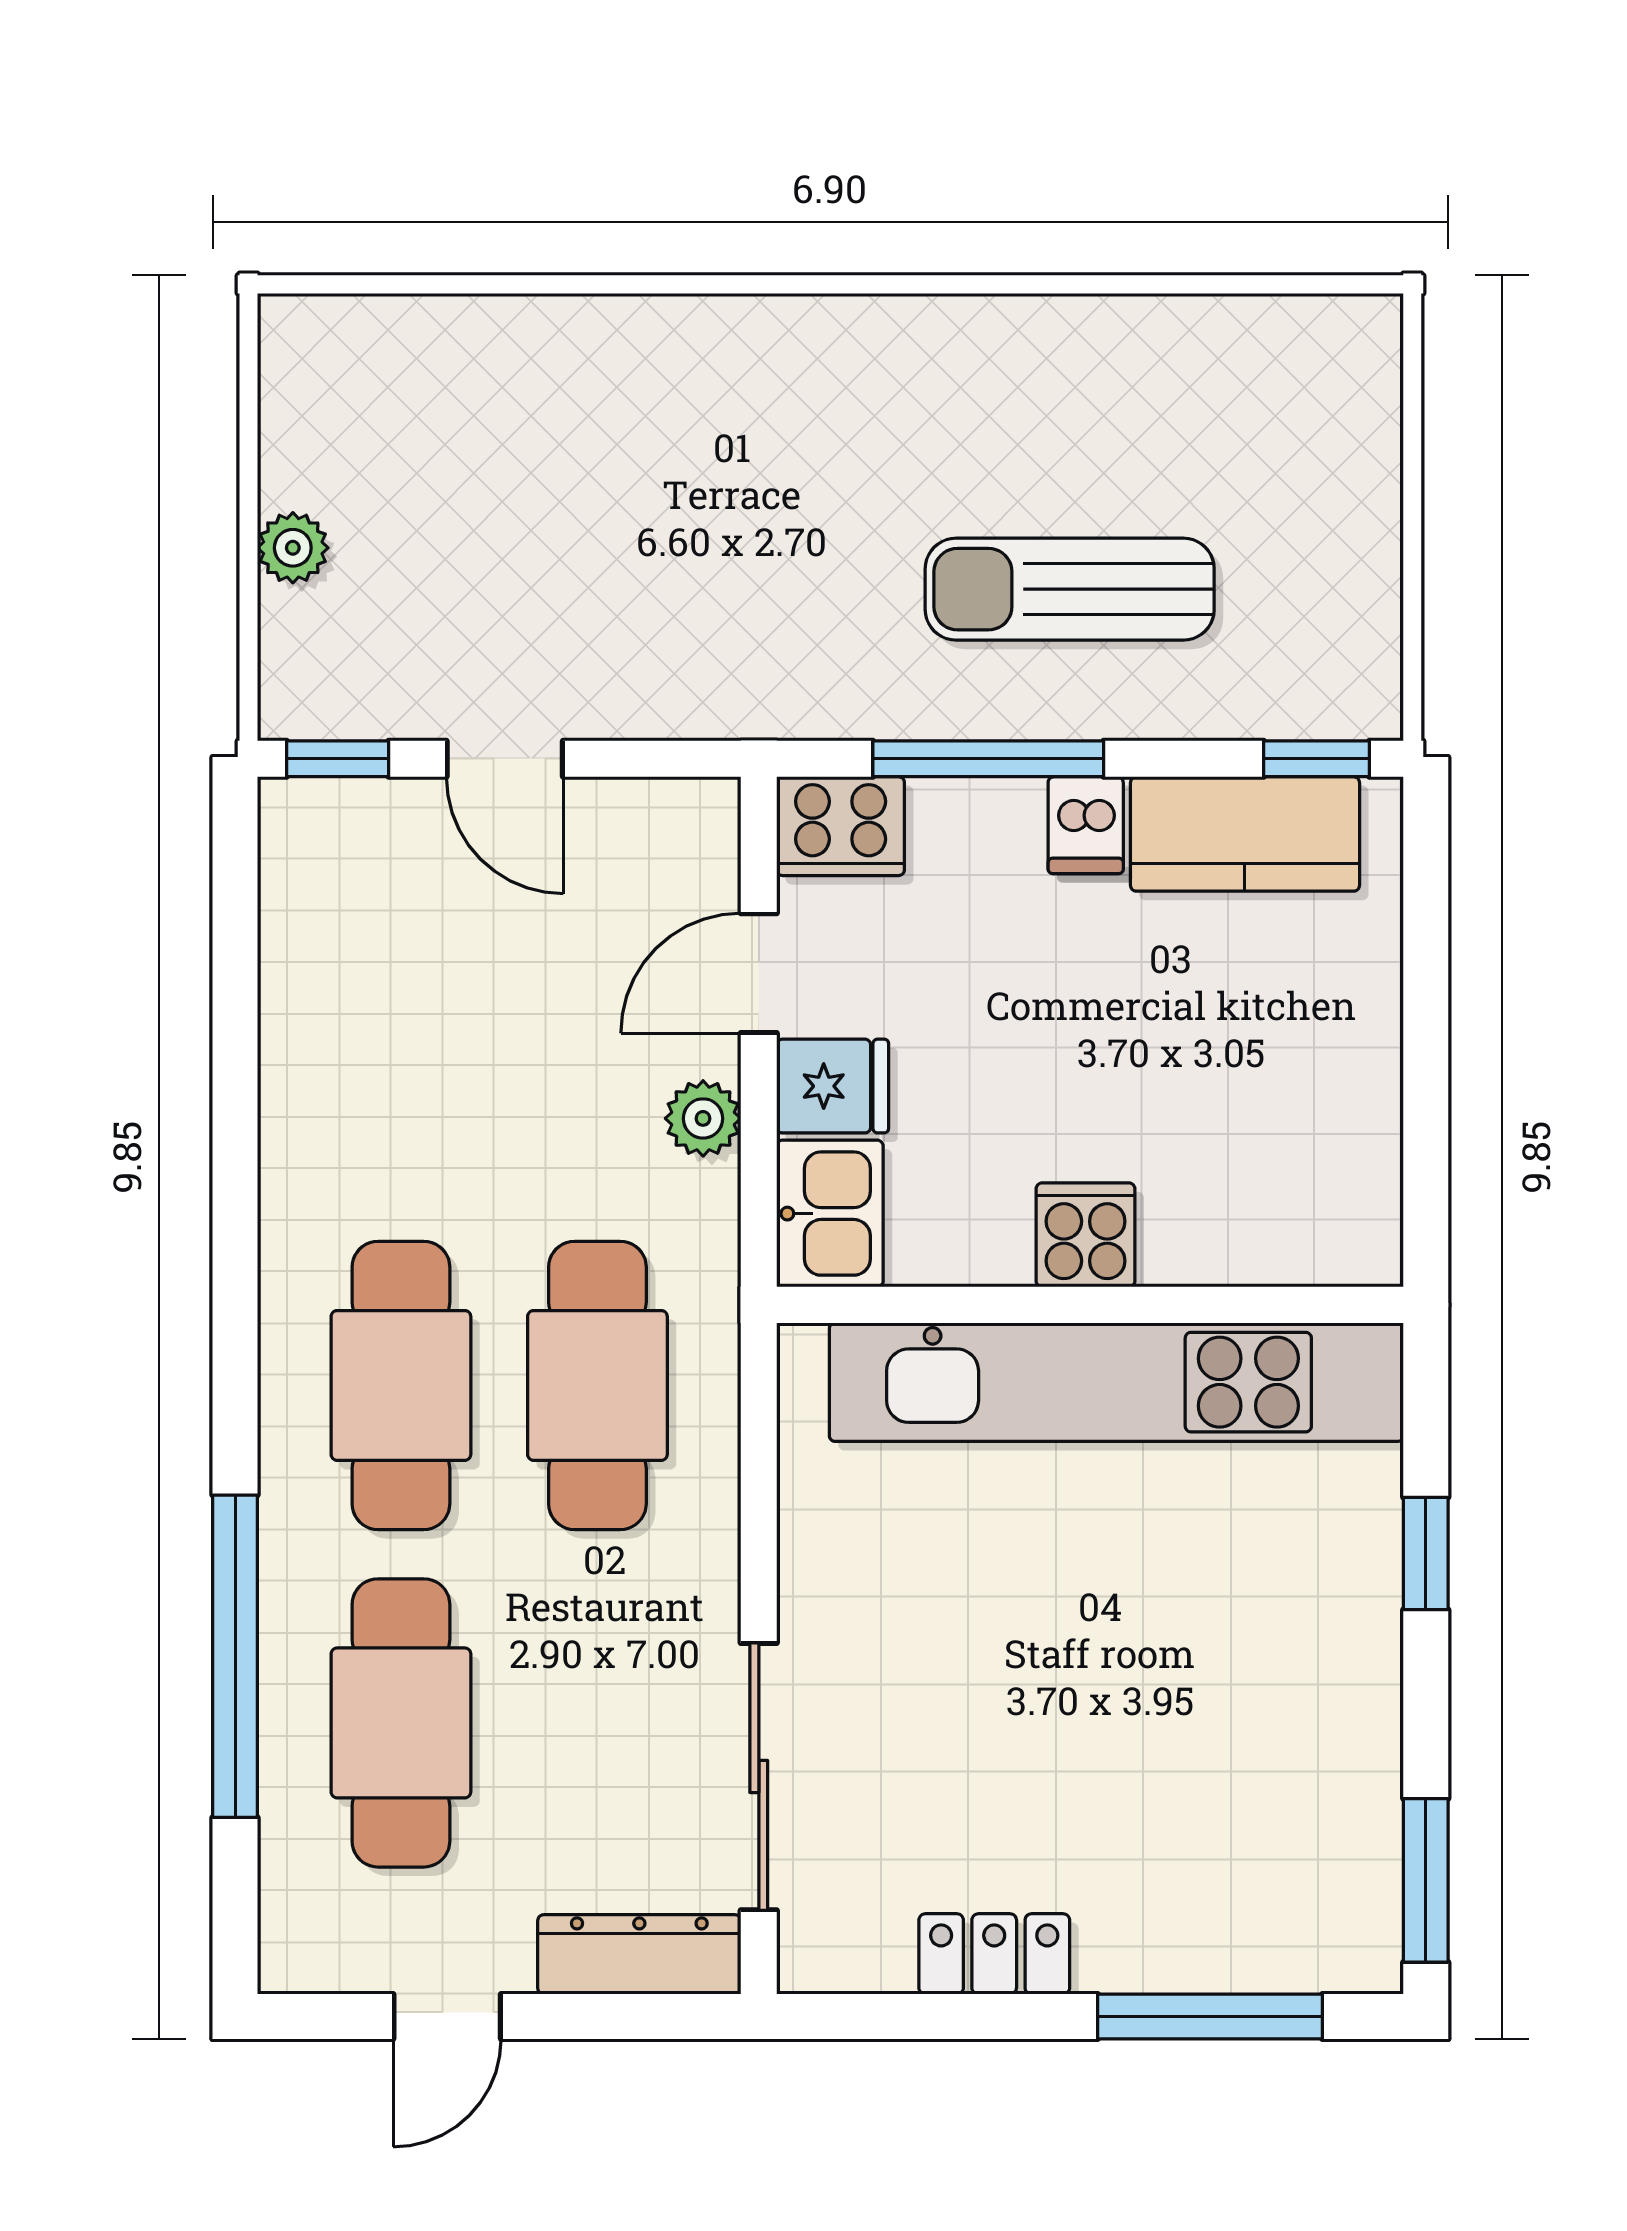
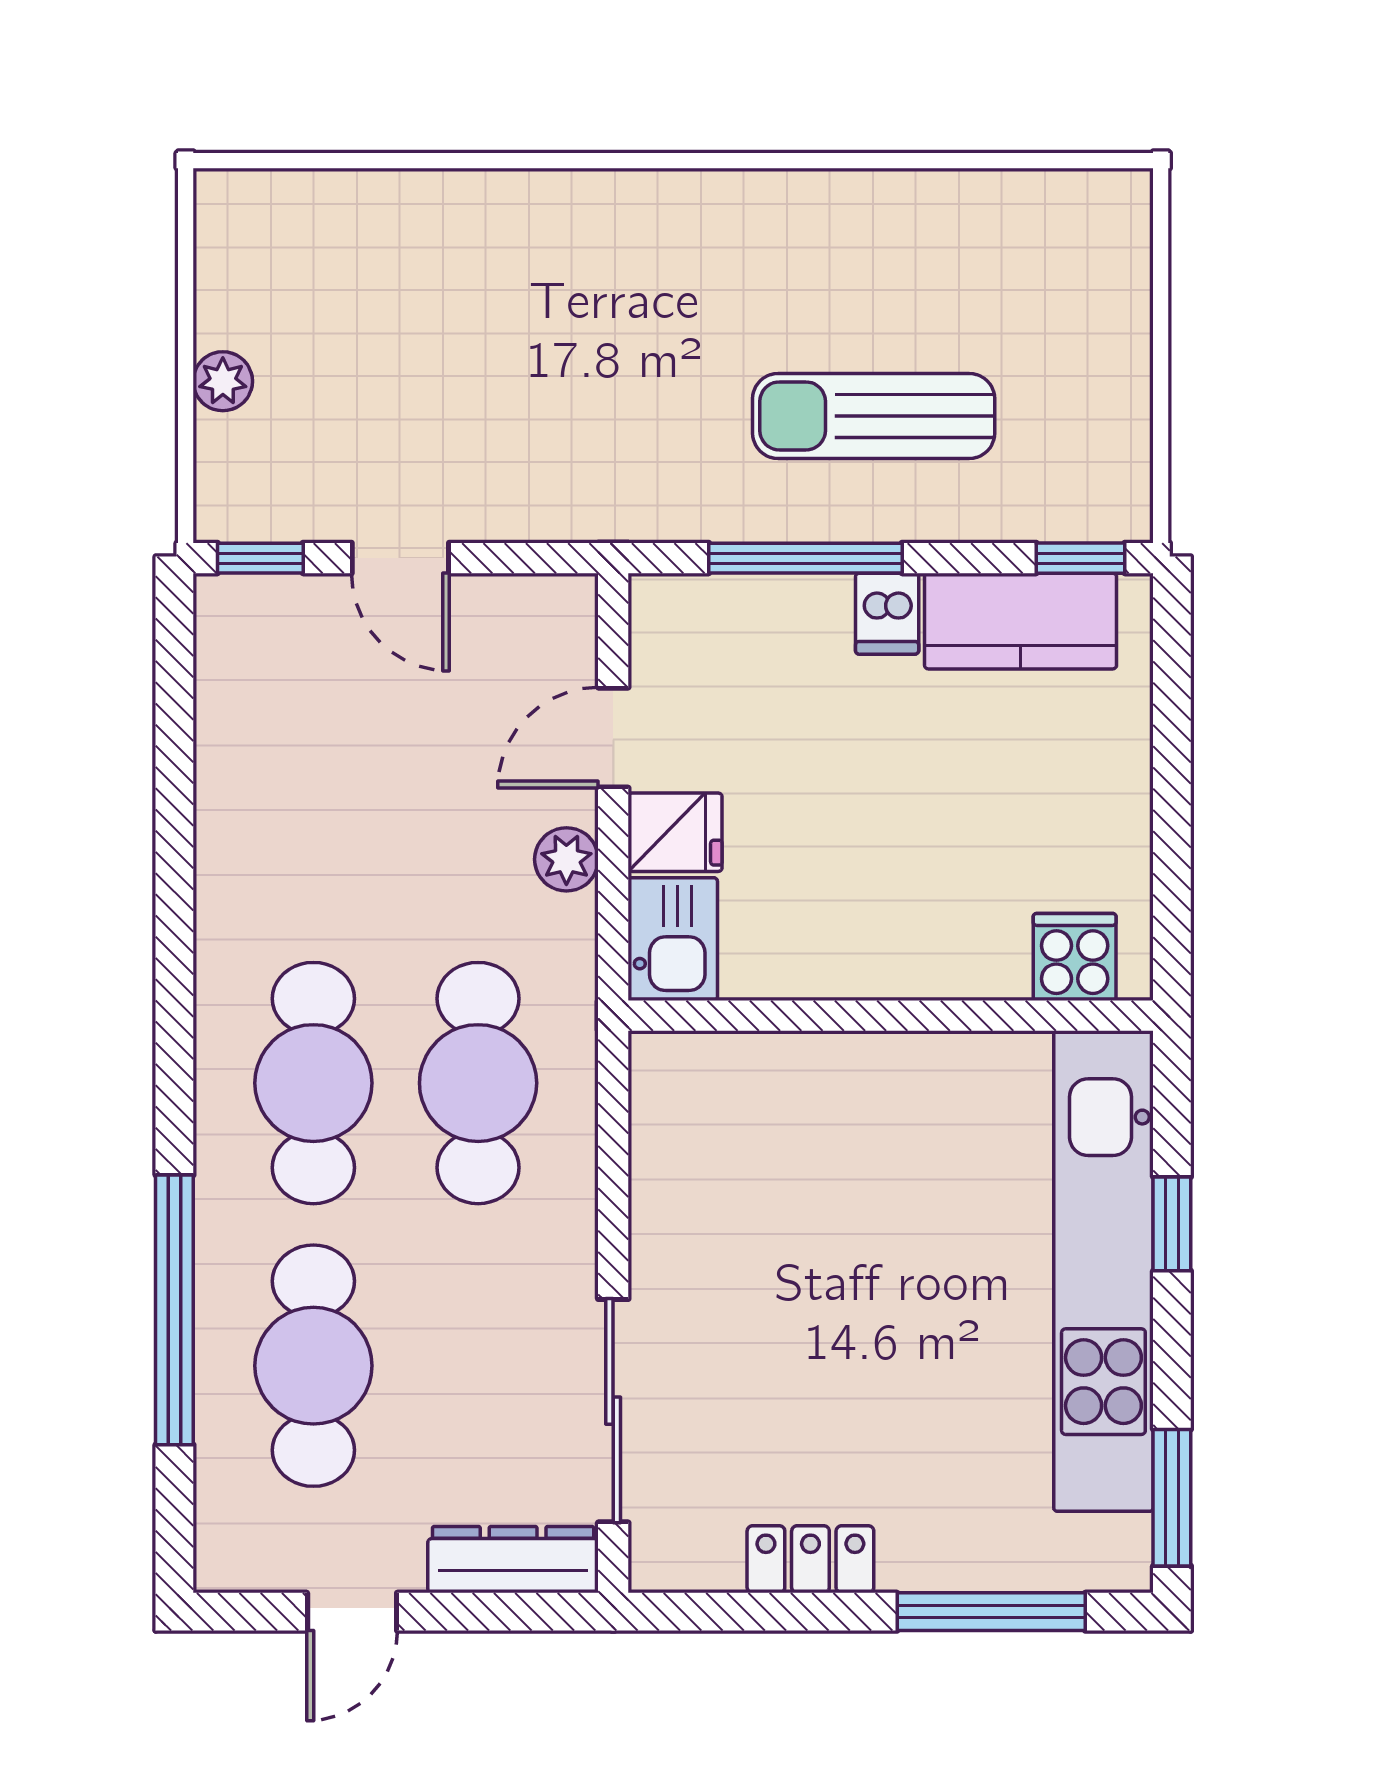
cooker: (841, 826) -> (682, 614), removed
cooker: (1086, 1235) -> (1075, 957), moved
kitchen unit: (1116, 1382) -> (1103, 1271), moved, turned 90

